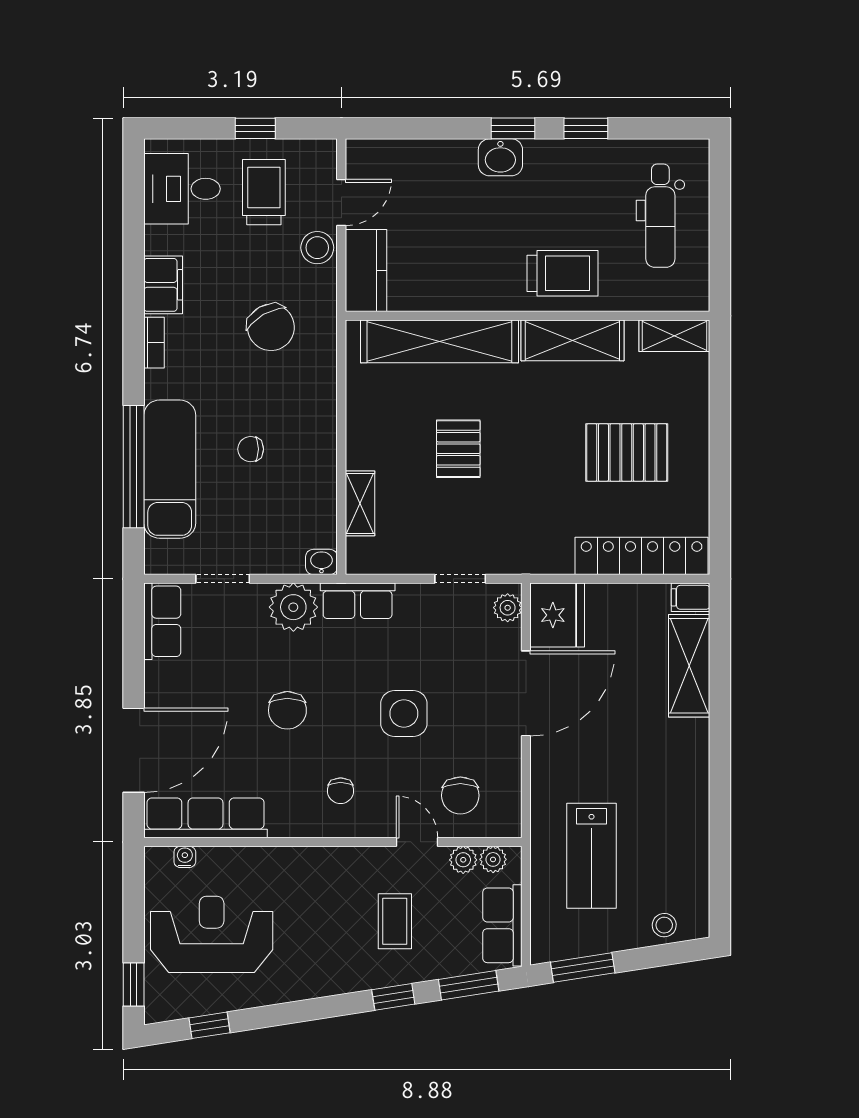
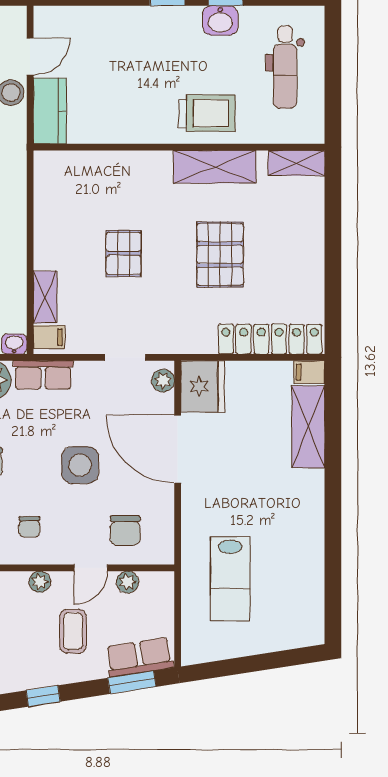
washbasin: (500, 157) -> (220, 20), moved
shelving: (439, 341) -> (109, 168), removed
pallet: (627, 452) -> (220, 254), moved, turned 90
filing cabinet: (365, 553) -> (49, 337), added
door: (526, 693) -> (178, 449), swing flipped
door: (417, 842) -> (91, 568), swing flipped
plant: (493, 859) -> (40, 582), moved
row of seats: (502, 925) -> (139, 657), moved, turned 81
stool: (664, 925) -> (288, 634), removed
window: (583, 968) -> (223, 668), removed
window: (393, 997) -> (43, 696), moved

